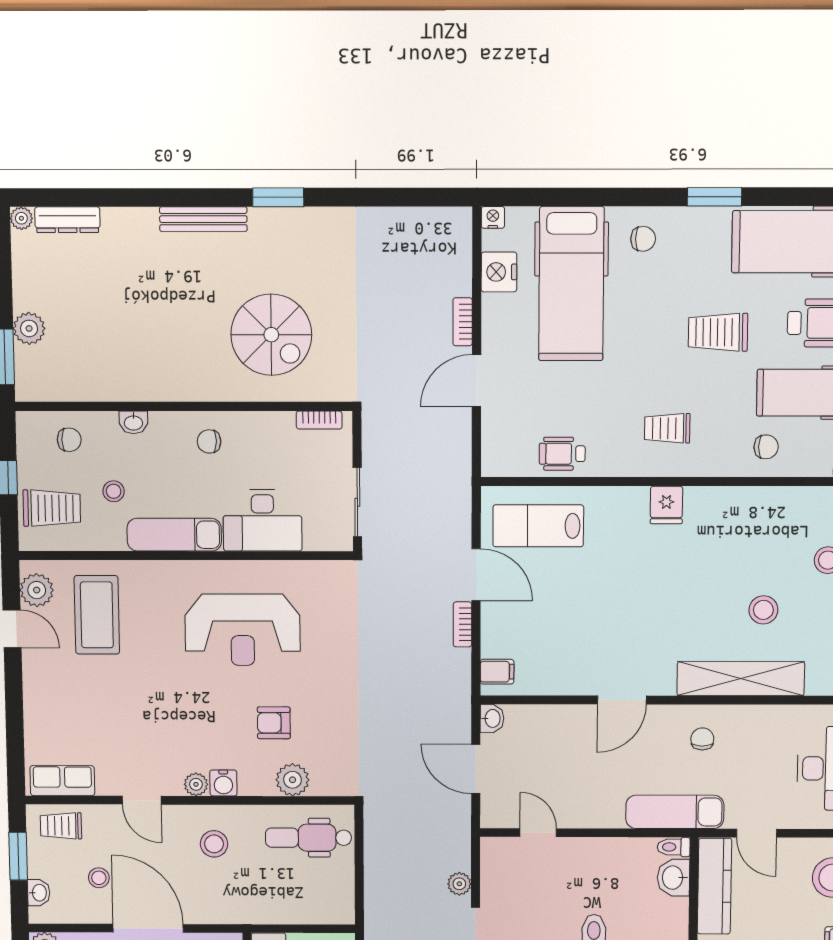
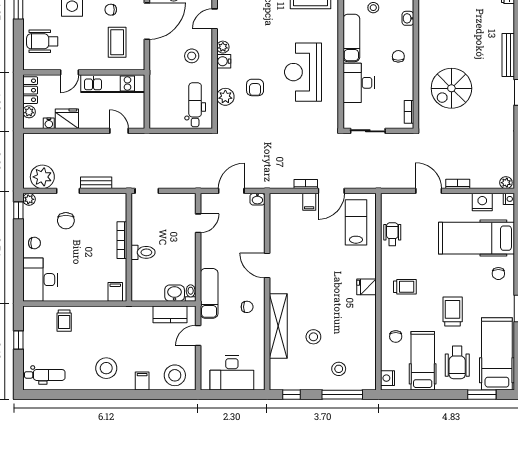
trolley: (667, 428) -> (405, 287), turned 90
filing cabinet: (497, 672) -> (309, 202), moved
armchair: (274, 723) -> (255, 87), turned 180
plant: (459, 884) -> (506, 183), moved
kitchen counter: (714, 886) -> (170, 314), width x0.67

